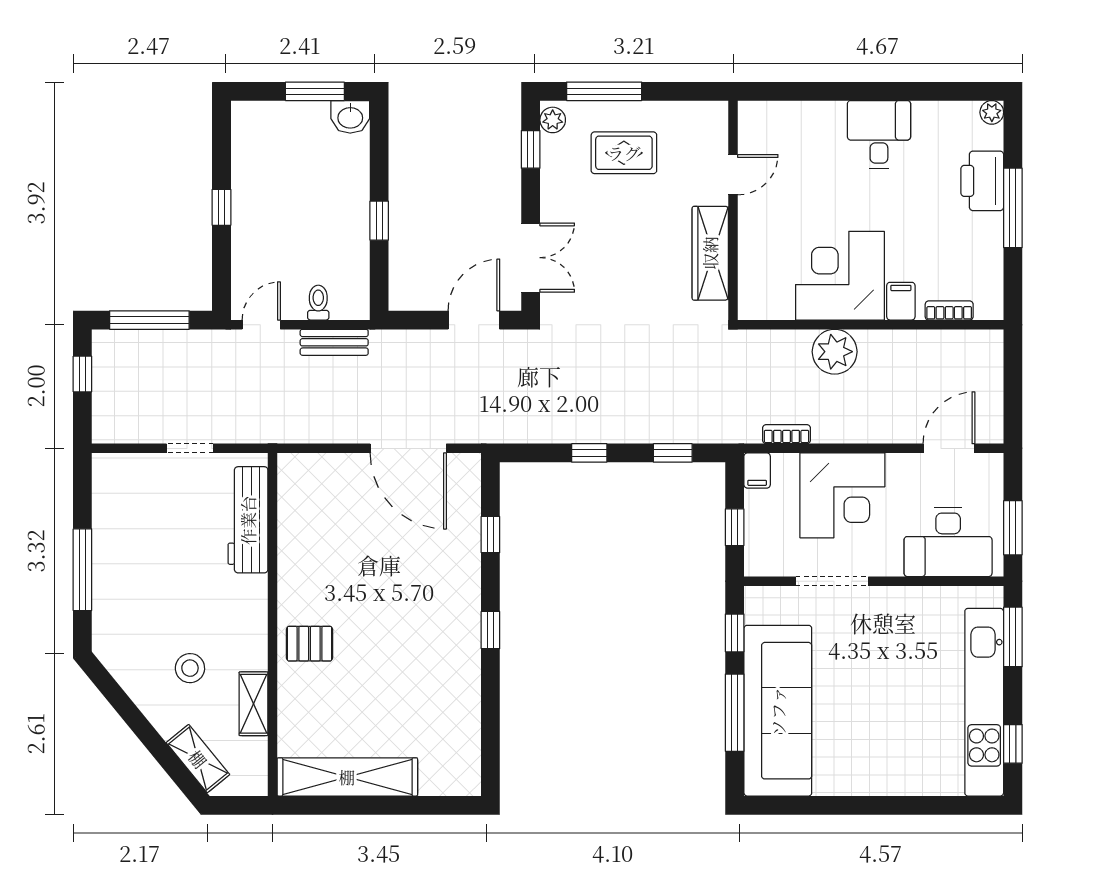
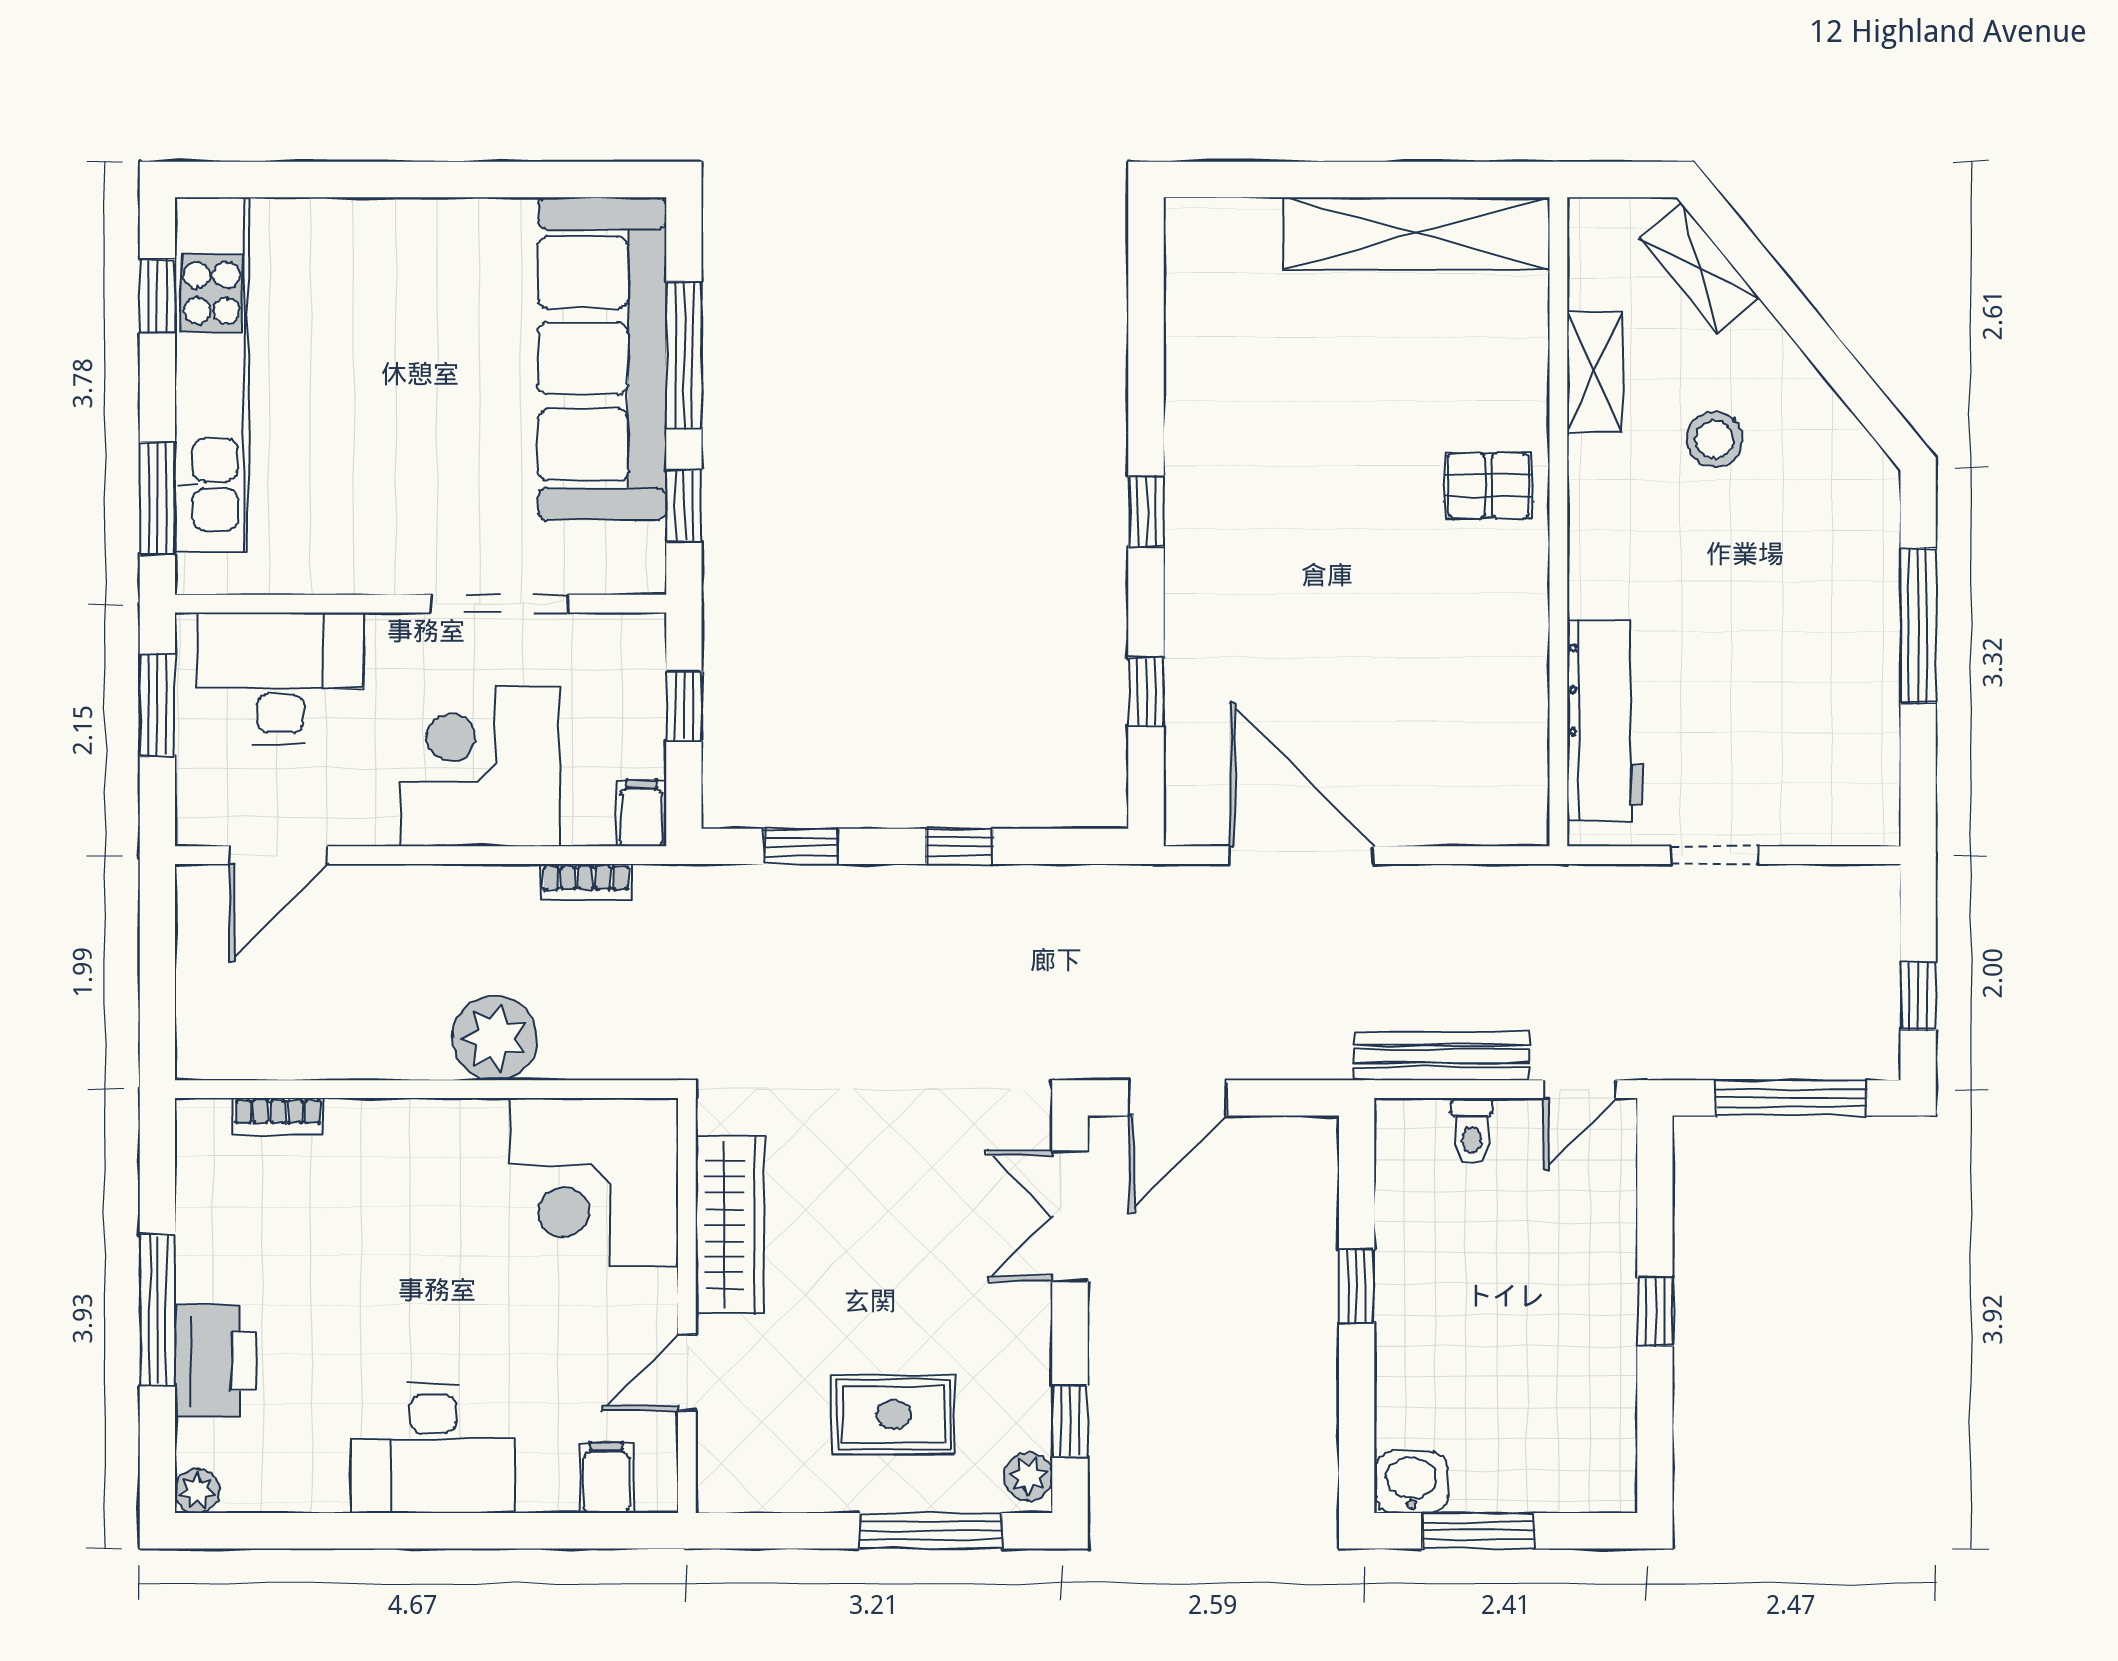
desk: (879, 135) -> (433, 1449), width x1.37
corner desk: (840, 276) -> (594, 1182), moved, turned 90
filing cabinet: (901, 301) -> (606, 1478), moved, turned 180
bench: (334, 342) -> (1442, 1056), width x1.36

